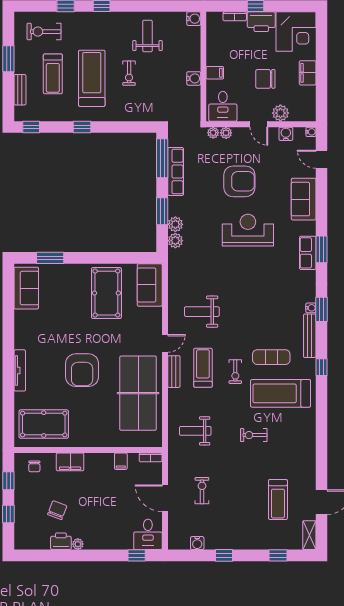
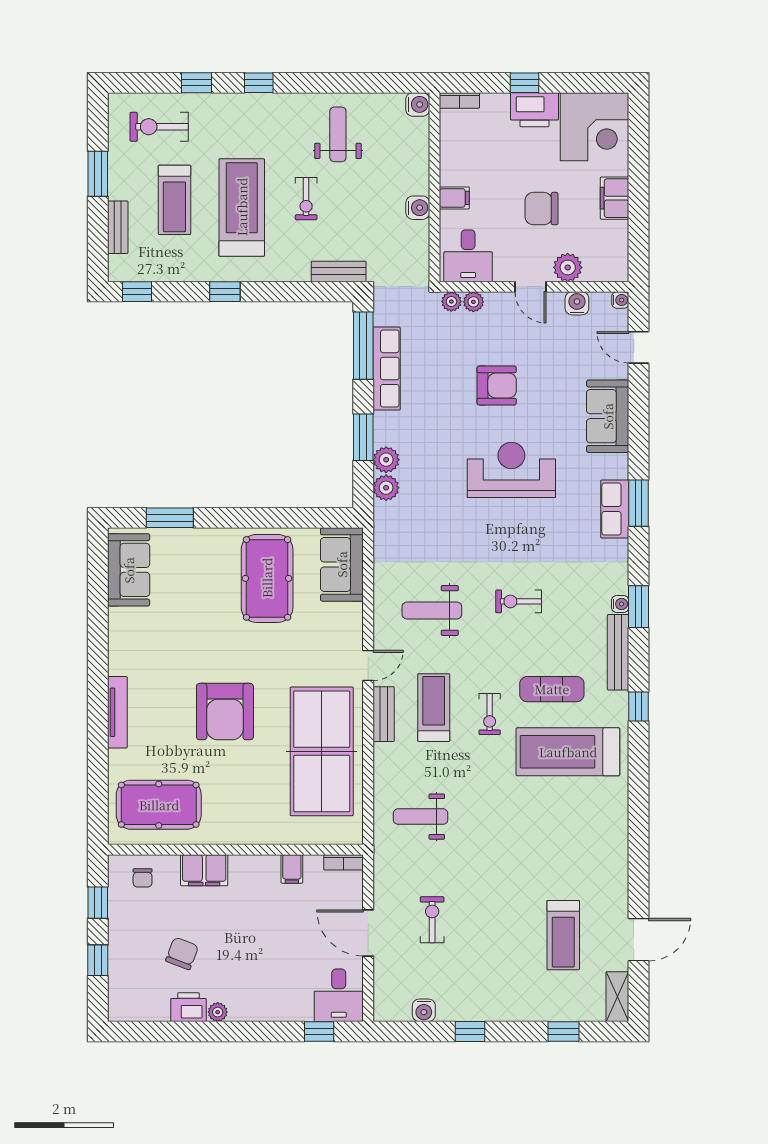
bookcase: (235, 16) -> (459, 101), moved
bench: (148, 115) -> (339, 271), added
armchair: (239, 181) -> (497, 385), width x0.73, depth x0.73
exercise bike: (254, 435) -> (519, 601), moved

